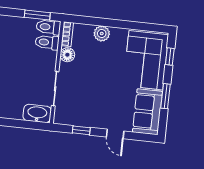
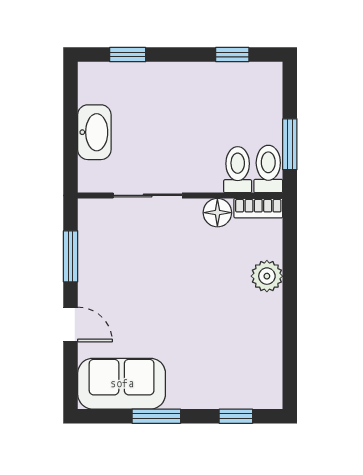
corner sofa: (146, 60) -> (223, 369), removed
washbasin: (37, 113) -> (94, 132), moved
window: (81, 130) -> (71, 256), width x1.50
door: (115, 134) -> (71, 324), swing flipped

